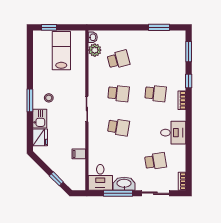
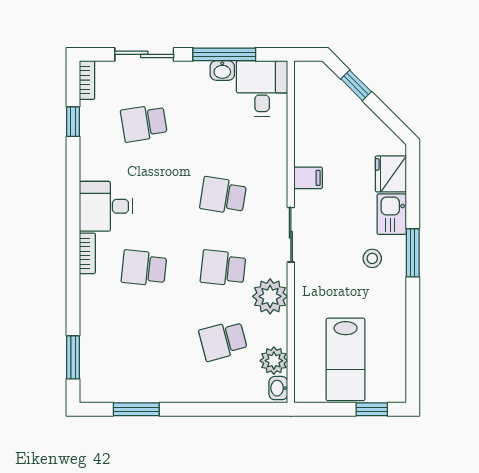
plant: (97, 80) -> (270, 296), added
window: (189, 81) -> (73, 122), moved
desk: (173, 133) -> (106, 206), moved
filing cabinet: (79, 154) -> (308, 178), moved
washbasin: (124, 184) -> (222, 70), width x0.52, depth x0.69

